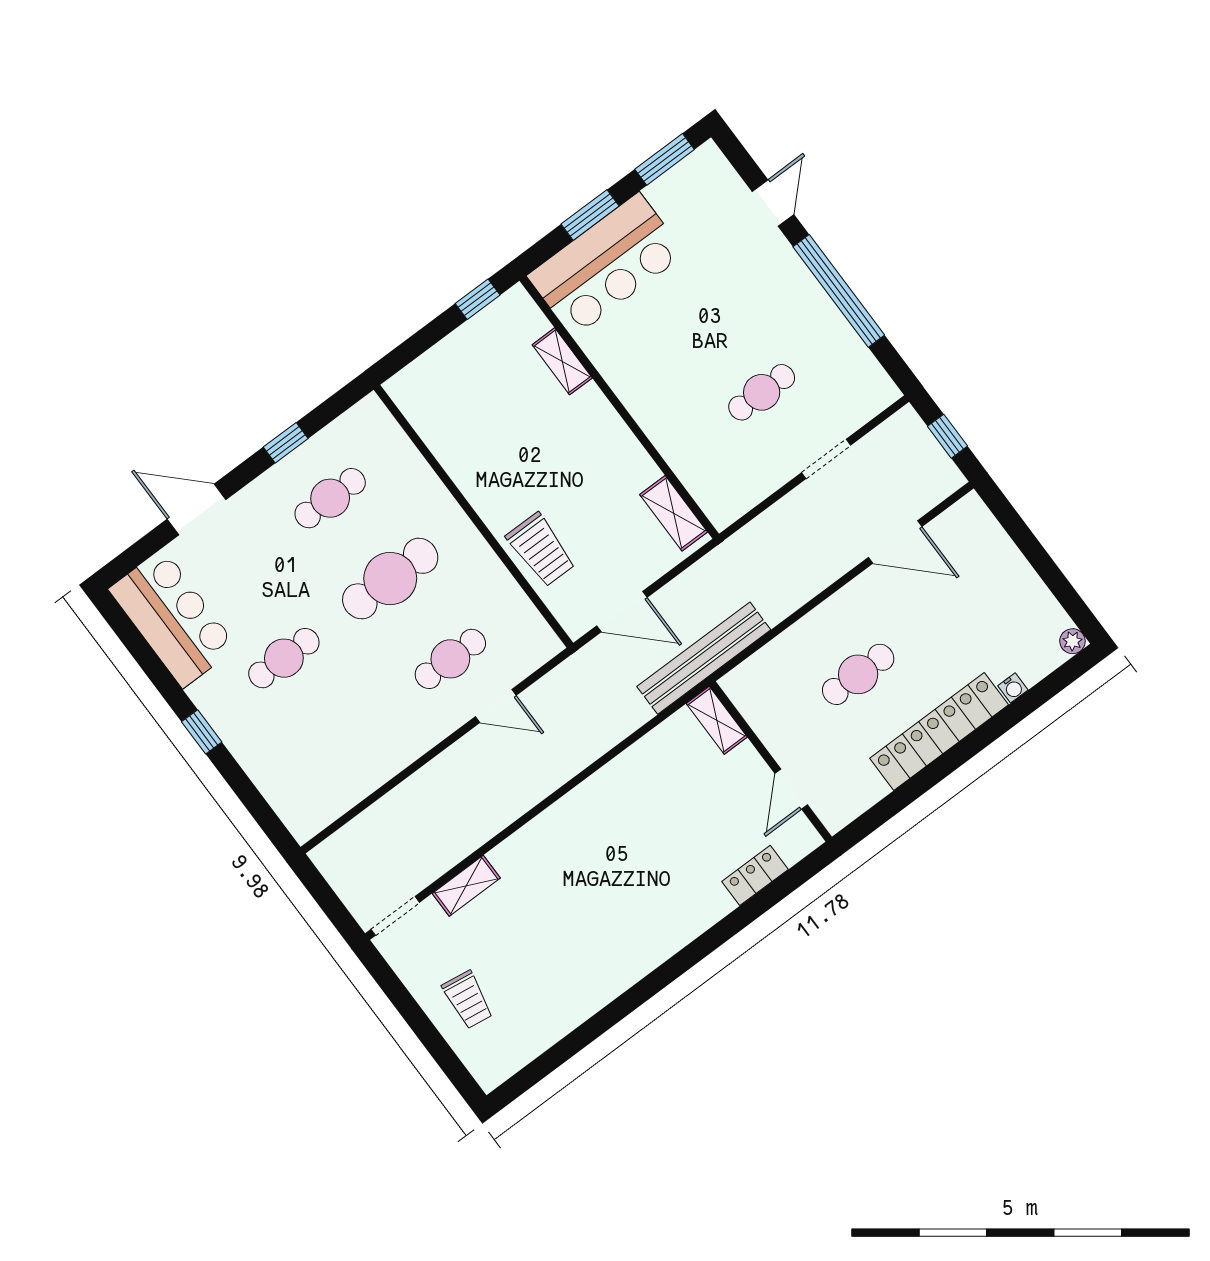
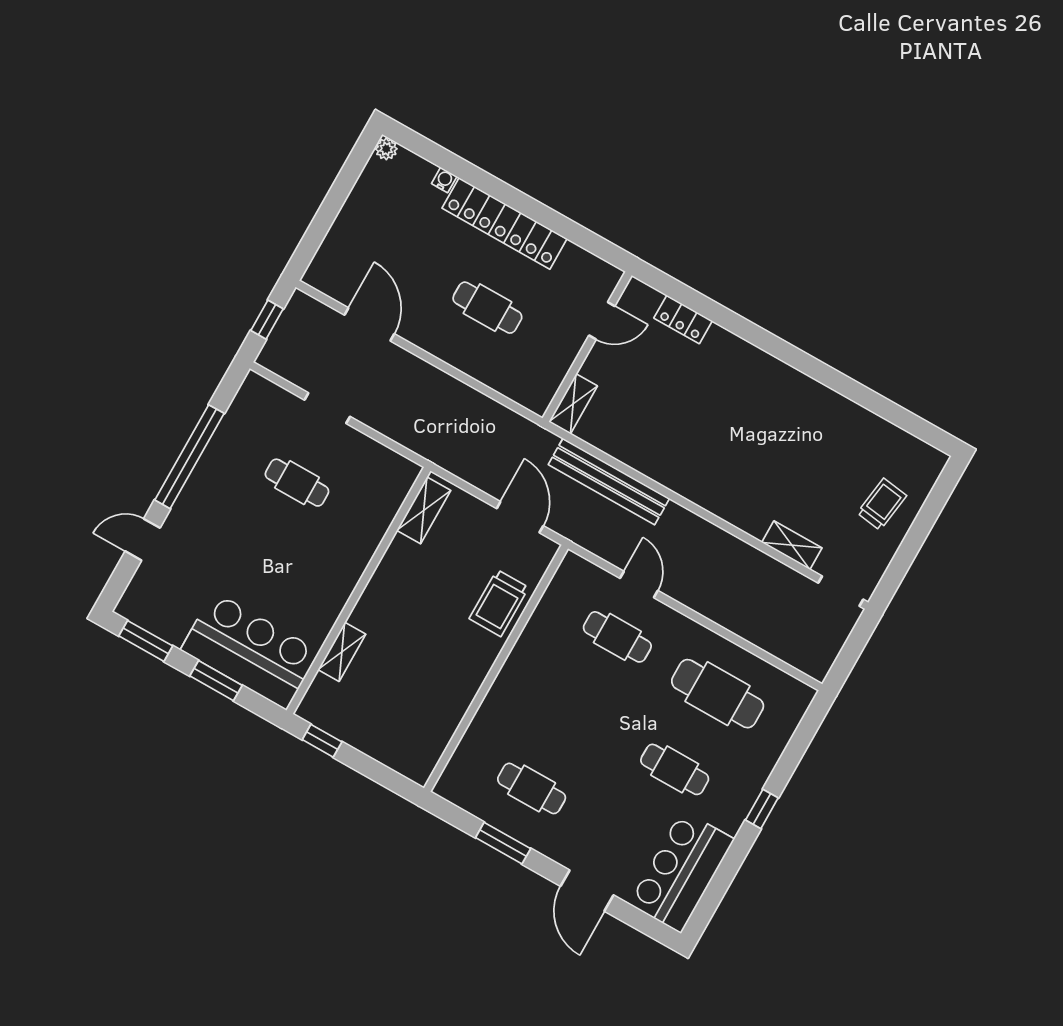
window: (286, 443) -> (503, 843), width x1.50
trolley: (541, 550) -> (499, 603), turned 180
cafe table: (390, 579) -> (718, 694), moved
bench: (704, 658) -> (609, 481), moved

